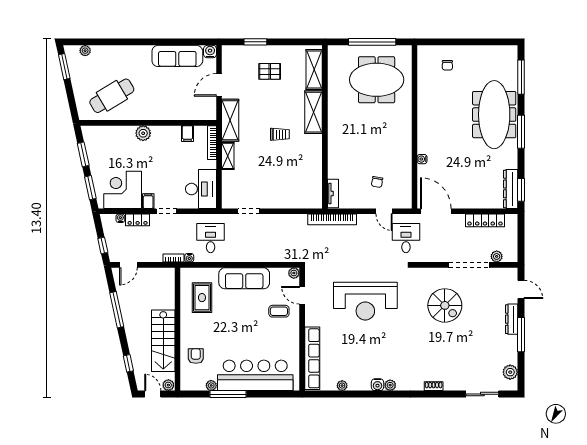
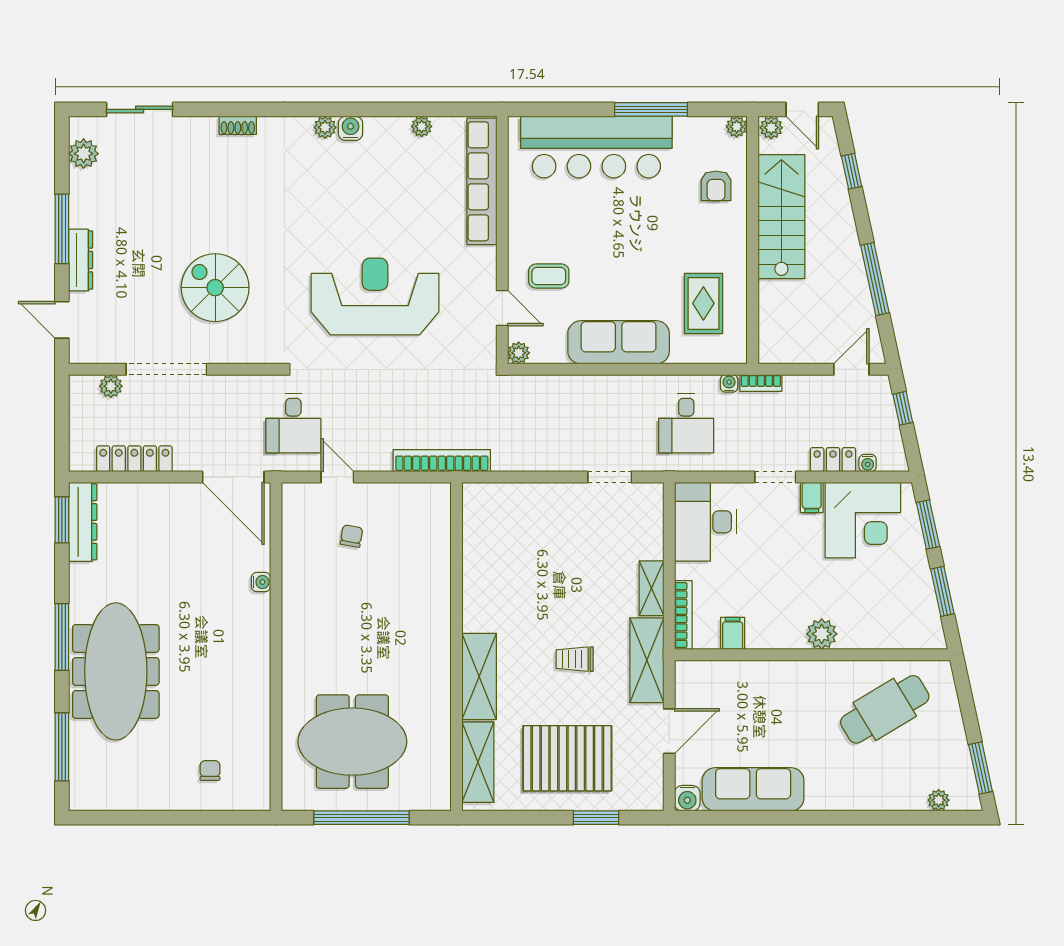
pallet: (270, 71) -> (567, 758), width x2.05, depth x2.00
trolley: (280, 134) -> (575, 659), moved
tv unit: (333, 193) -> (440, 513), removed
plant: (211, 385) -> (737, 127), moved

